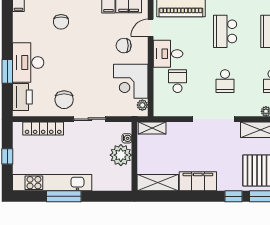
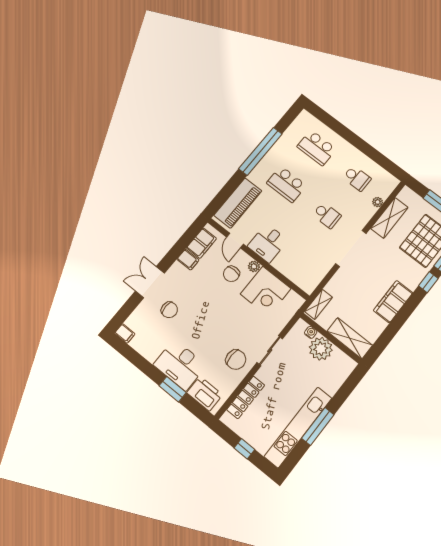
school desk: (178, 81) -> (296, 253), removed
plant: (142, 105) -> (254, 266), moved
shelving: (158, 183) -> (350, 338), moved, turned 90

